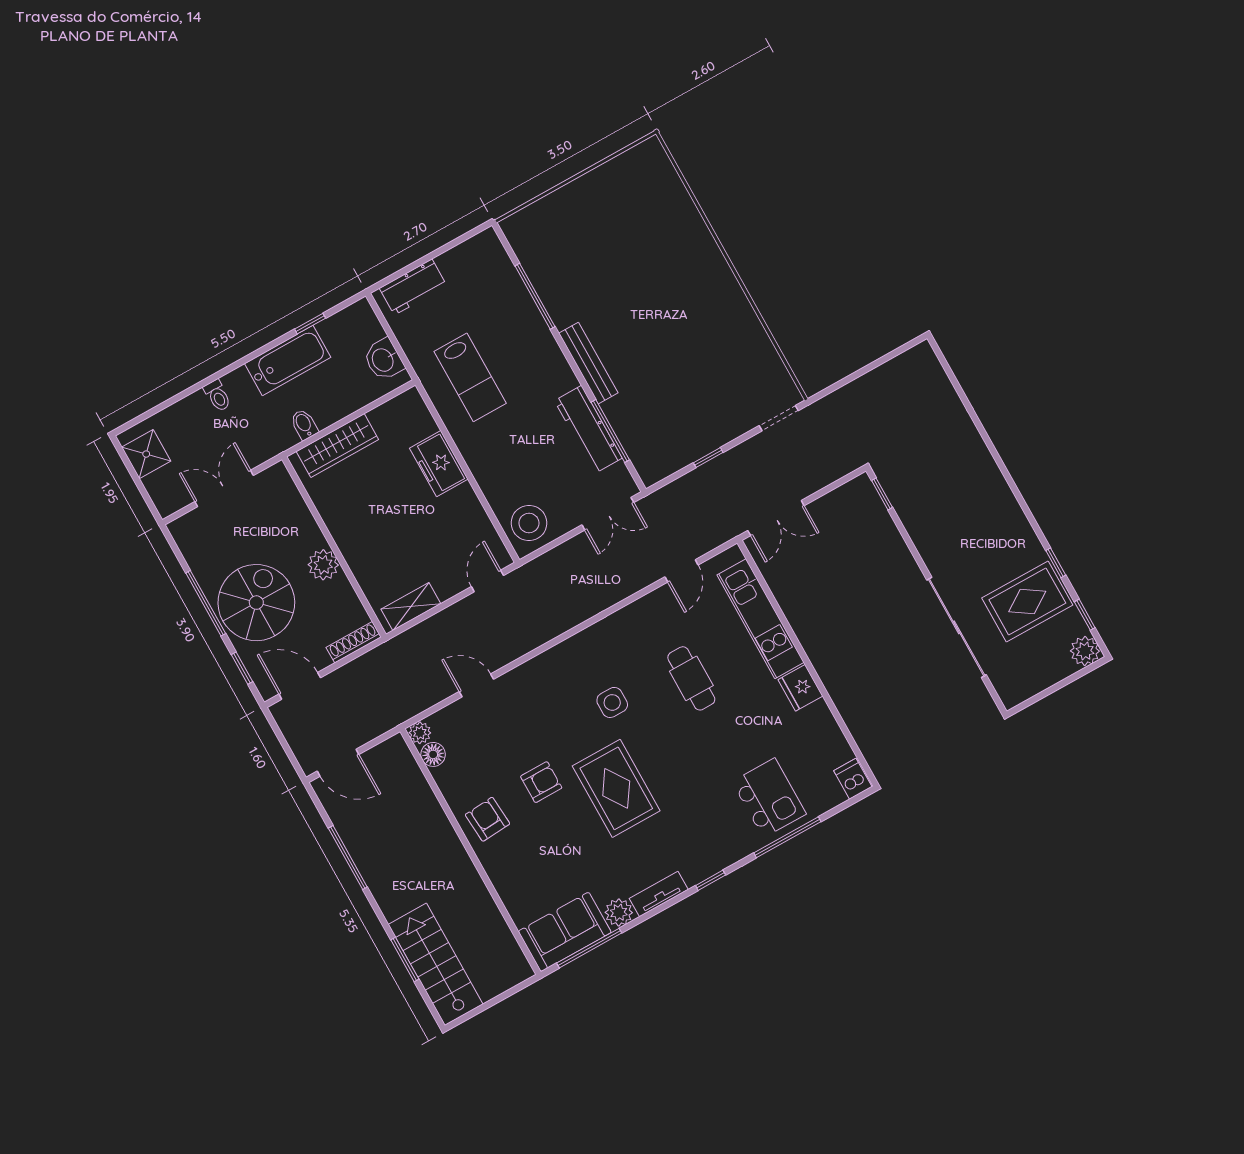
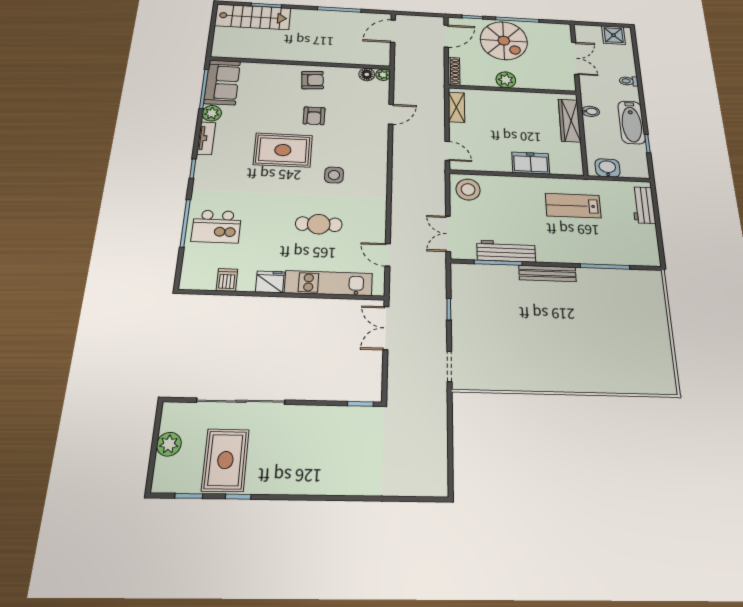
plant: (1085, 651) -> (169, 444), moved
dishwasher: (853, 779) -> (227, 280), moved, turned -90

